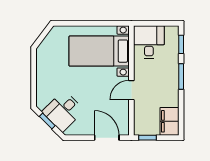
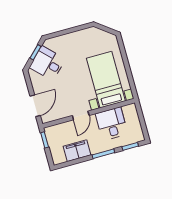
desk: (149, 42) -> (112, 124), moved, turned -90
door: (131, 90) -> (81, 115), swing flipped
filing cabinet: (169, 121) -> (77, 151), moved

